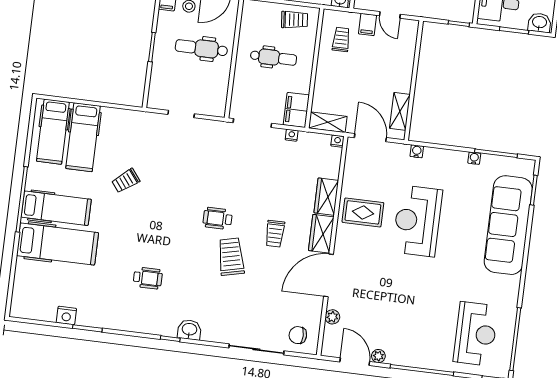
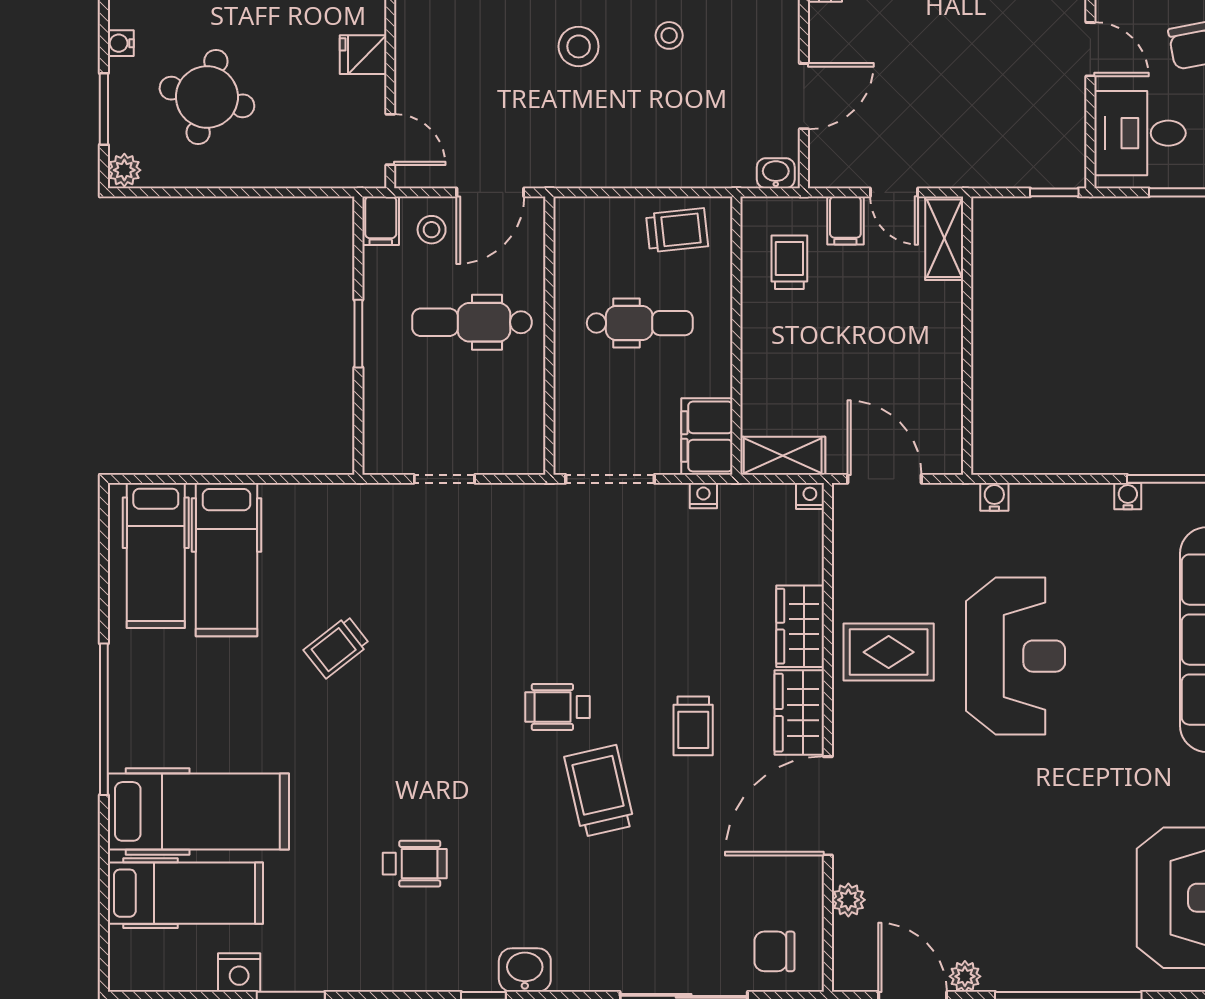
shelving: (400, 111) -> (944, 238), moved
hospital bed: (56, 208) -> (185, 893), moved
reception desk: (417, 221) -> (1015, 656), turned 180

